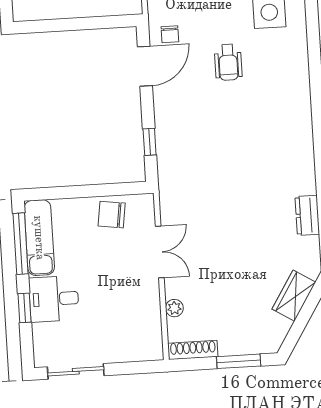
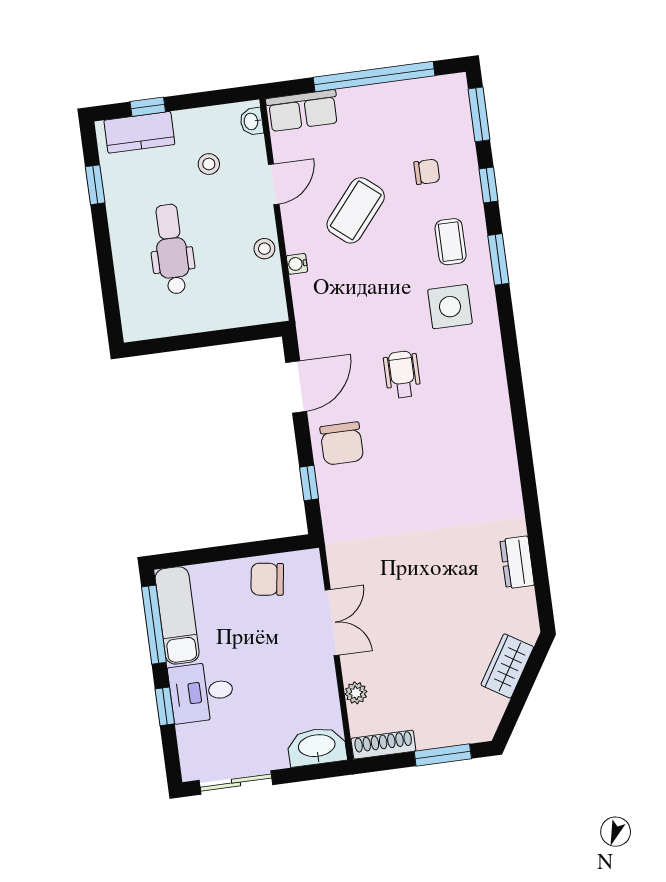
chair: (170, 34) -> (342, 444), moved, width x1.87, depth x1.87
wheelchair: (228, 62) -> (402, 374), turned 180
washbasin: (141, 348) -> (317, 747), added

